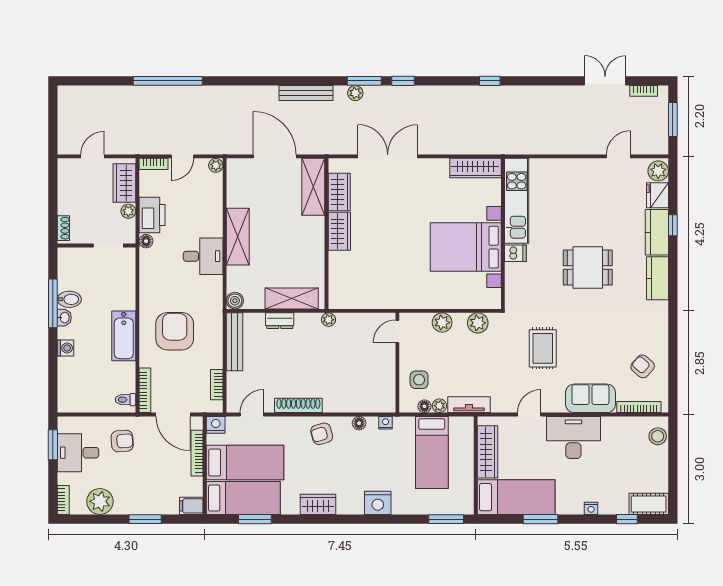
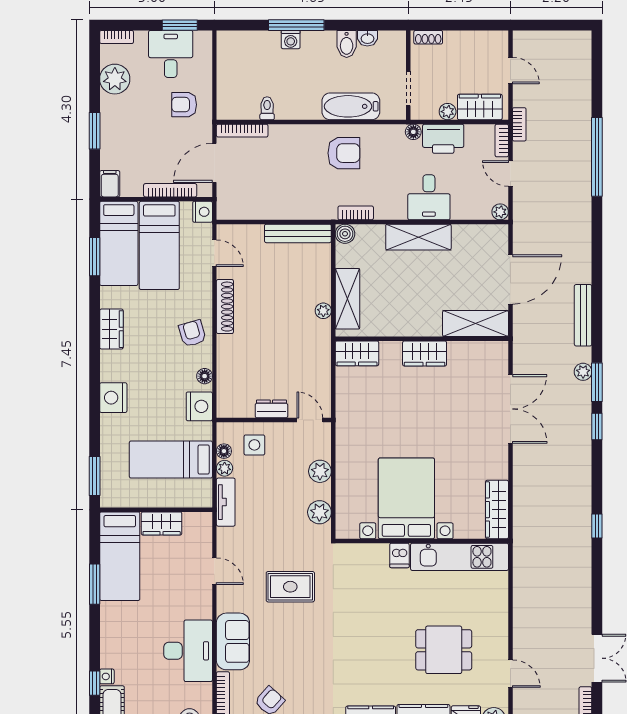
bookcase: (139, 149) -> (519, 124), added
wardrobe: (339, 192) -> (357, 353), moved
desk: (203, 256) -> (429, 197), moved
dining table: (588, 268) -> (444, 650), moved, turned 90
window: (53, 303) -> (296, 25), moved
washbasin: (64, 318) -> (367, 38), moved
plant: (328, 320) -> (323, 311), moved
dresser: (280, 321) -> (271, 409), moved, turned 90
armchair: (175, 331) -> (344, 153), moved, width x0.73, depth x0.73
bathtub: (124, 336) -> (351, 106), moved
bookcase: (217, 385) -> (356, 213), moved
toilet: (125, 400) -> (267, 108), moved
nightstand: (385, 423) -> (199, 406), width x1.89, depth x1.79
desk: (573, 438) -> (188, 651), moved
armchair: (122, 441) -> (184, 105), turned 94
wardrobe: (488, 452) -> (162, 523), width x0.67
nightstand: (591, 508) -> (107, 676), moved

